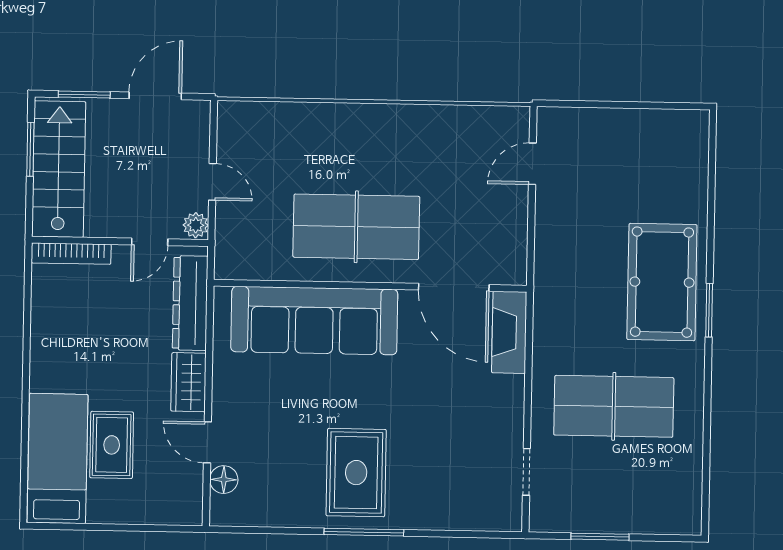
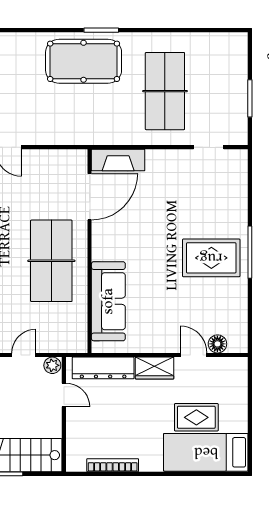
bookcase: (71, 254) -> (113, 465), moved, turned -90
sofa: (314, 321) -> (108, 301), width x0.74, depth x0.79
door: (207, 442) -> (194, 355), swing flipped

